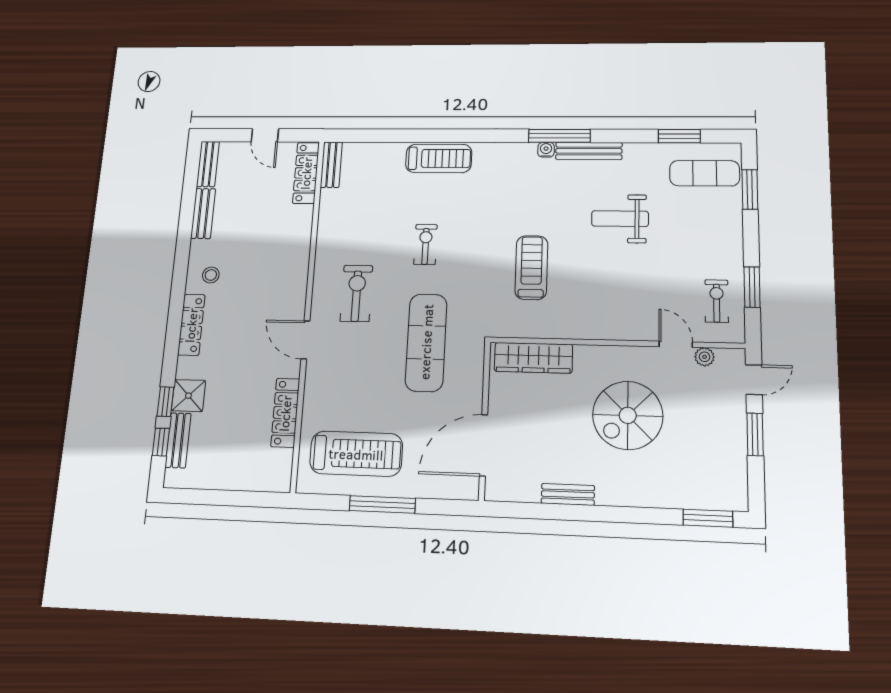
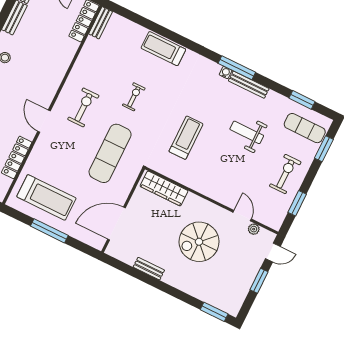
treadmill: (439, 158) -> (163, 49), turned 180
exercise bike: (717, 301) -> (285, 174), moved, width x1.38, depth x1.39

